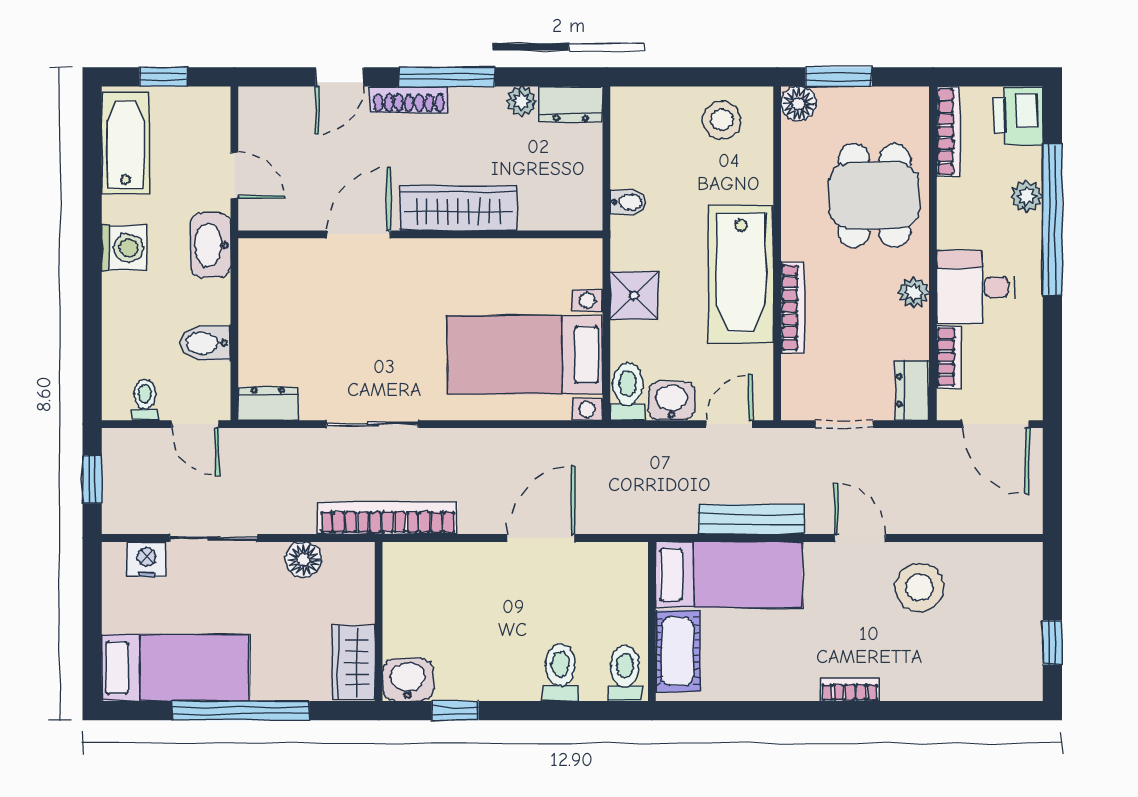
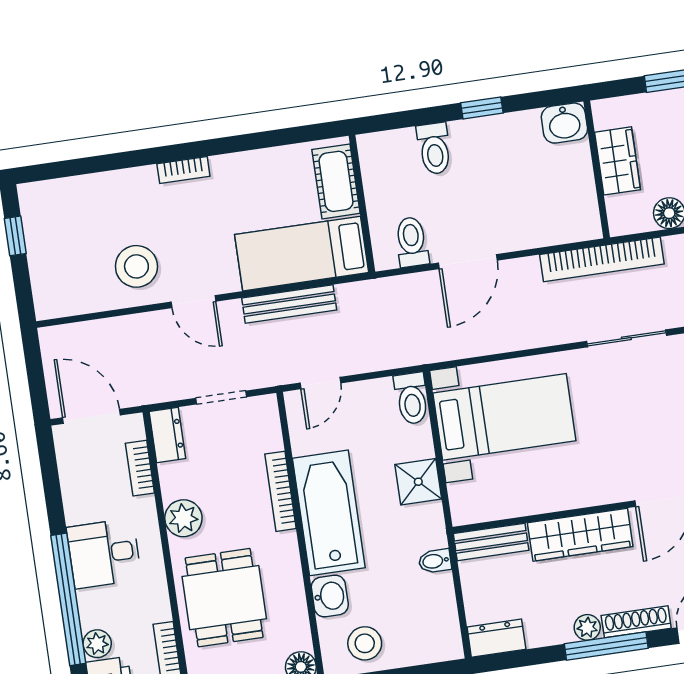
plant: (521, 101) -> (587, 627), moved
plant: (1027, 196) -> (97, 644), moved
bench: (561, 215) -> (491, 542), added
desk: (976, 287) -> (104, 553), moved, turned 180
plant: (913, 293) -> (183, 518), width x1.38, depth x1.38
washbasin: (671, 401) -> (330, 596), moved, turned -90
wardrobe: (354, 663) -> (618, 161), moved
toilet: (625, 673) -> (412, 242), moved, turned 180
window: (455, 711) -> (482, 108), moved

